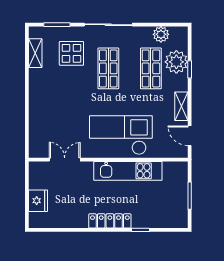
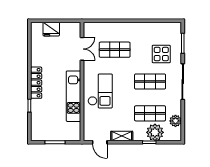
shelving: (35, 53) -> (161, 27), removed
shop shelf: (66, 116) -> (115, 50), added
checkout: (121, 135) -> (100, 91), width x0.73, depth x0.83
door: (190, 136) -> (100, 142), swing flipped

